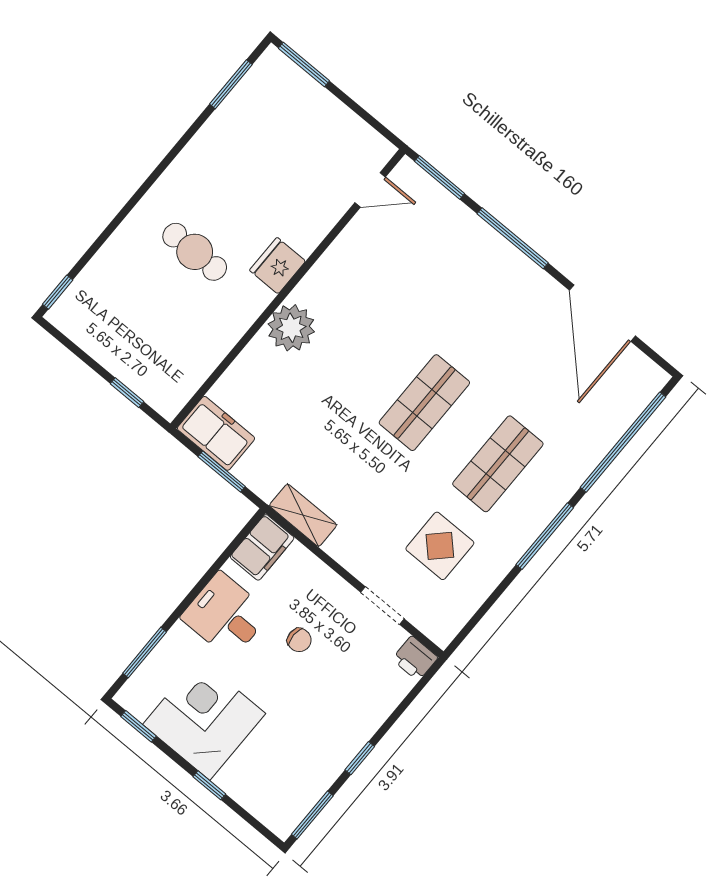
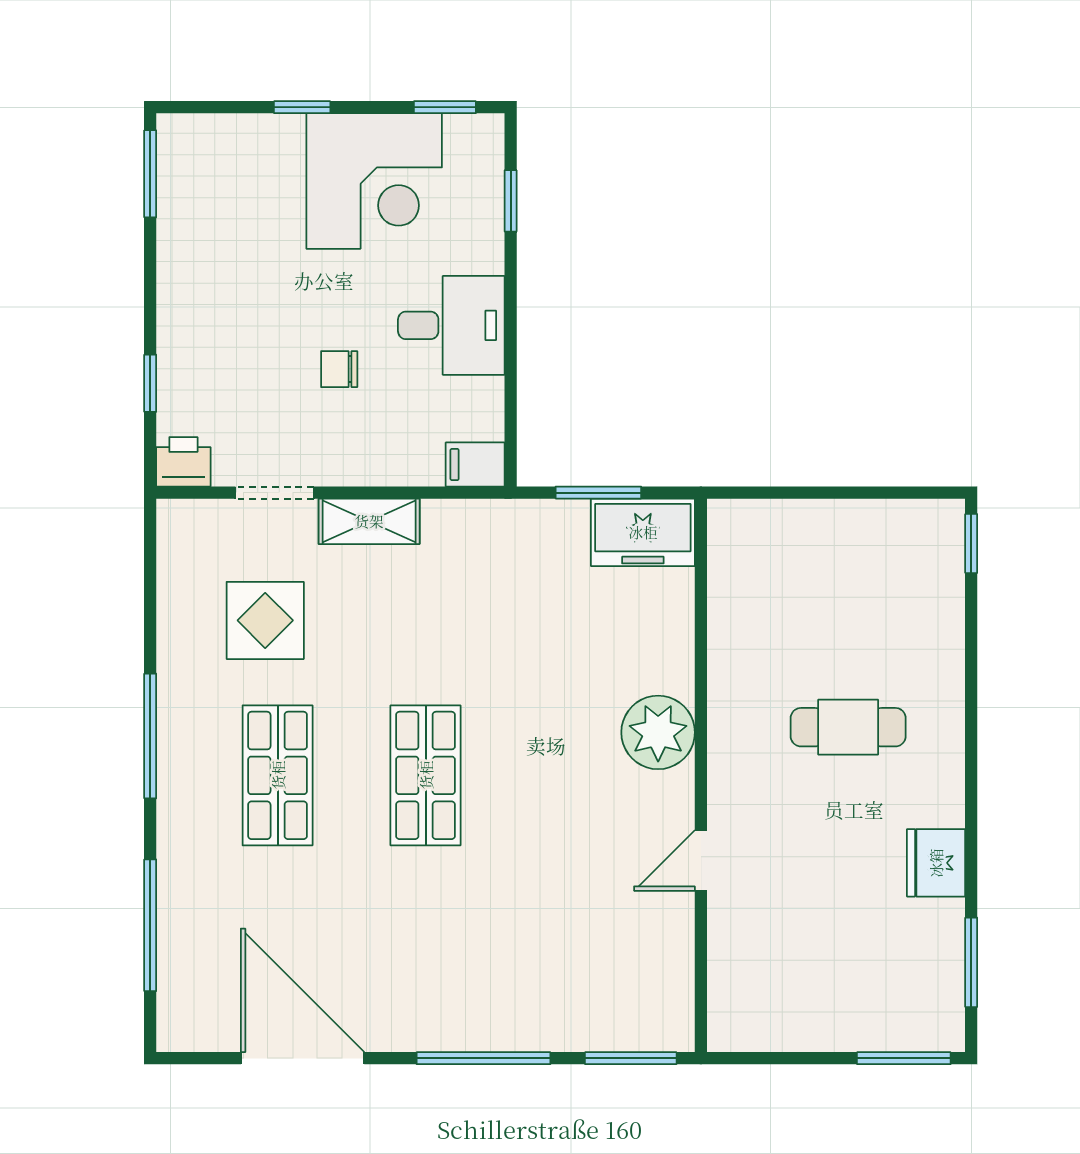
door: (370, 190) -> (701, 860), moved
fridge: (278, 266) -> (936, 863), moved, turned 180
window: (127, 393) -> (789, 493), removed
window: (623, 442) -> (150, 925), width x0.68
shelving: (303, 515) -> (369, 521), moved
filing cabinet: (262, 547) -> (475, 465), width x0.50
window: (145, 653) -> (511, 201), width x0.67
window: (360, 758) -> (150, 383), moved

